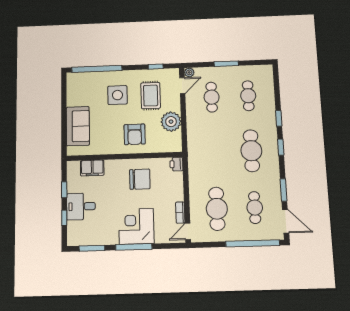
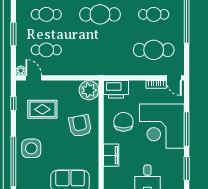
side table: (117, 95) -> (31, 148), moved
plant: (171, 122) -> (89, 90), moved
armchair: (135, 134) -> (80, 126), turned -101
printer: (176, 164) -> (116, 89), width x1.87, depth x1.48
filing cabinet: (92, 168) -> (111, 155), moved
corner desk: (136, 226) -> (162, 126), width x1.36, depth x1.36

